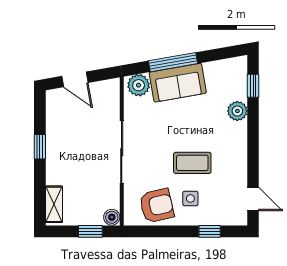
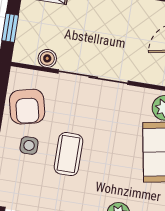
boiler: (112, 217) -> (47, 58), moved

